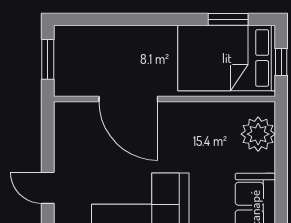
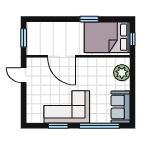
window: (228, 19) -> (89, 19), moved
door: (48, 188) -> (24, 75), moved

